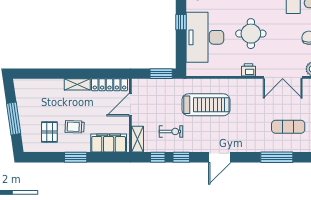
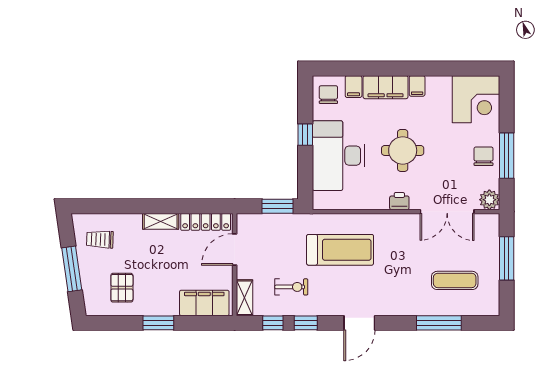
trolley: (75, 127) -> (100, 239), moved

